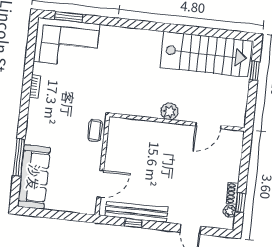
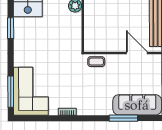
window: (69, 17) -> (11, 92), width x1.44
window: (150, 26) -> (11, 28), added

